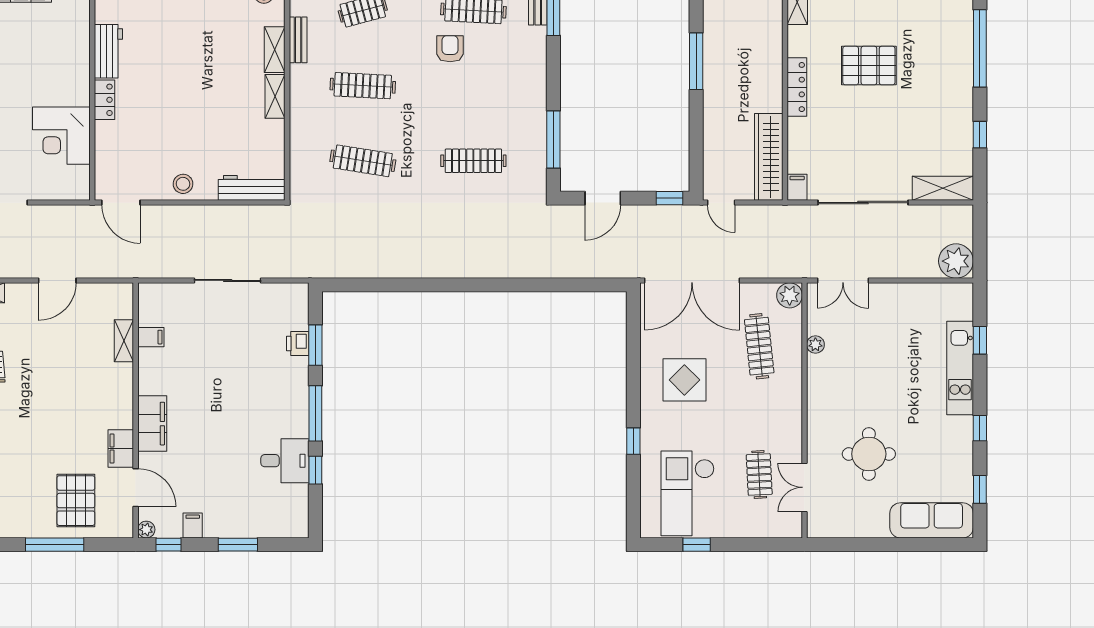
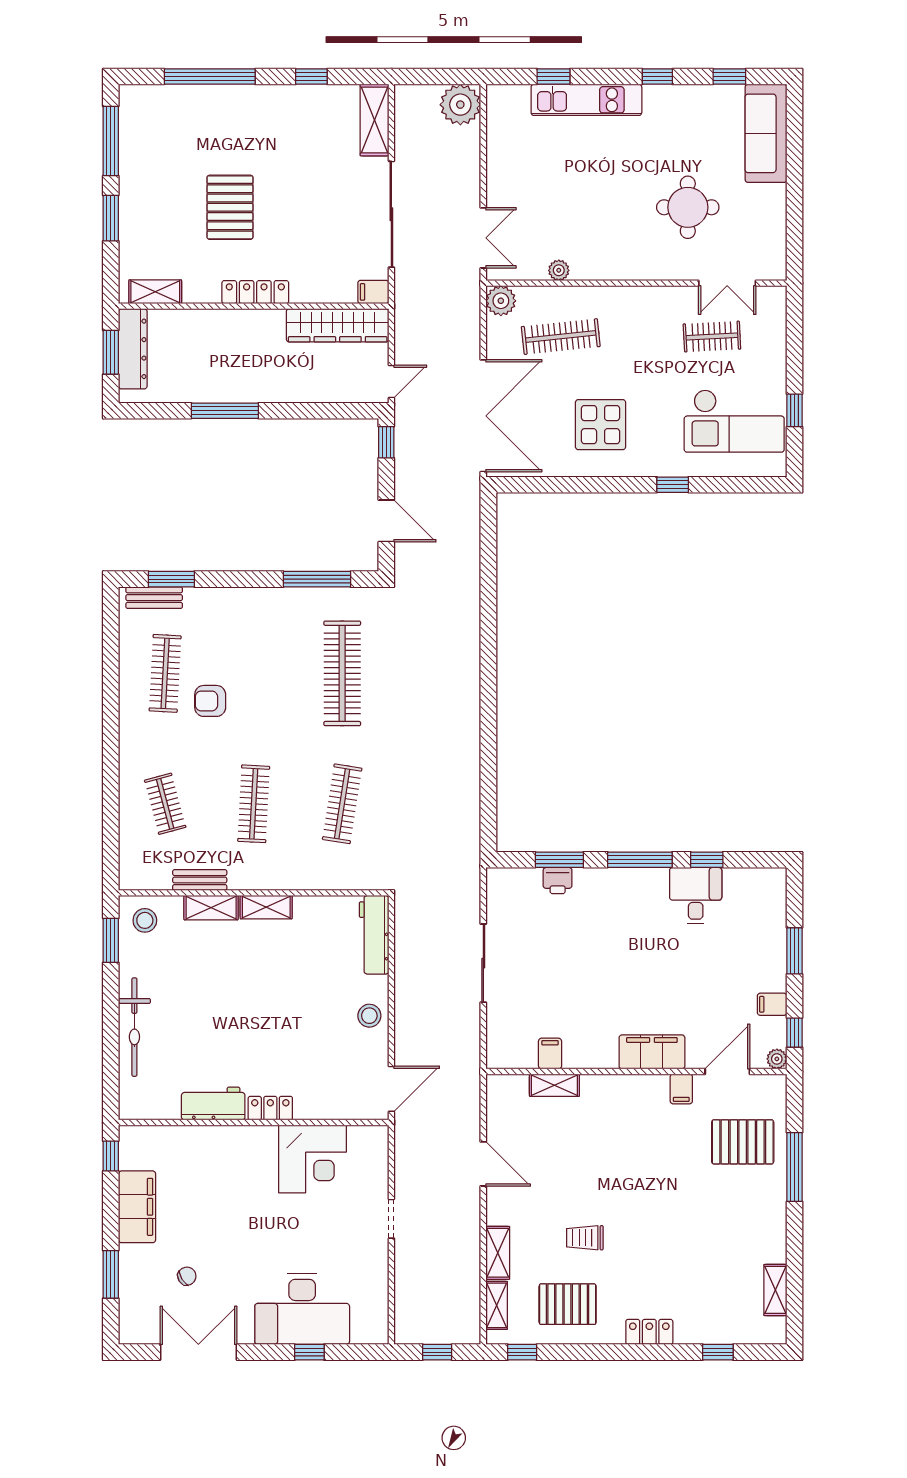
clothes rail: (473, 161) -> (342, 673), width x1.37, depth x1.31
filing cabinet: (121, 448) -> (681, 1089), width x0.50

